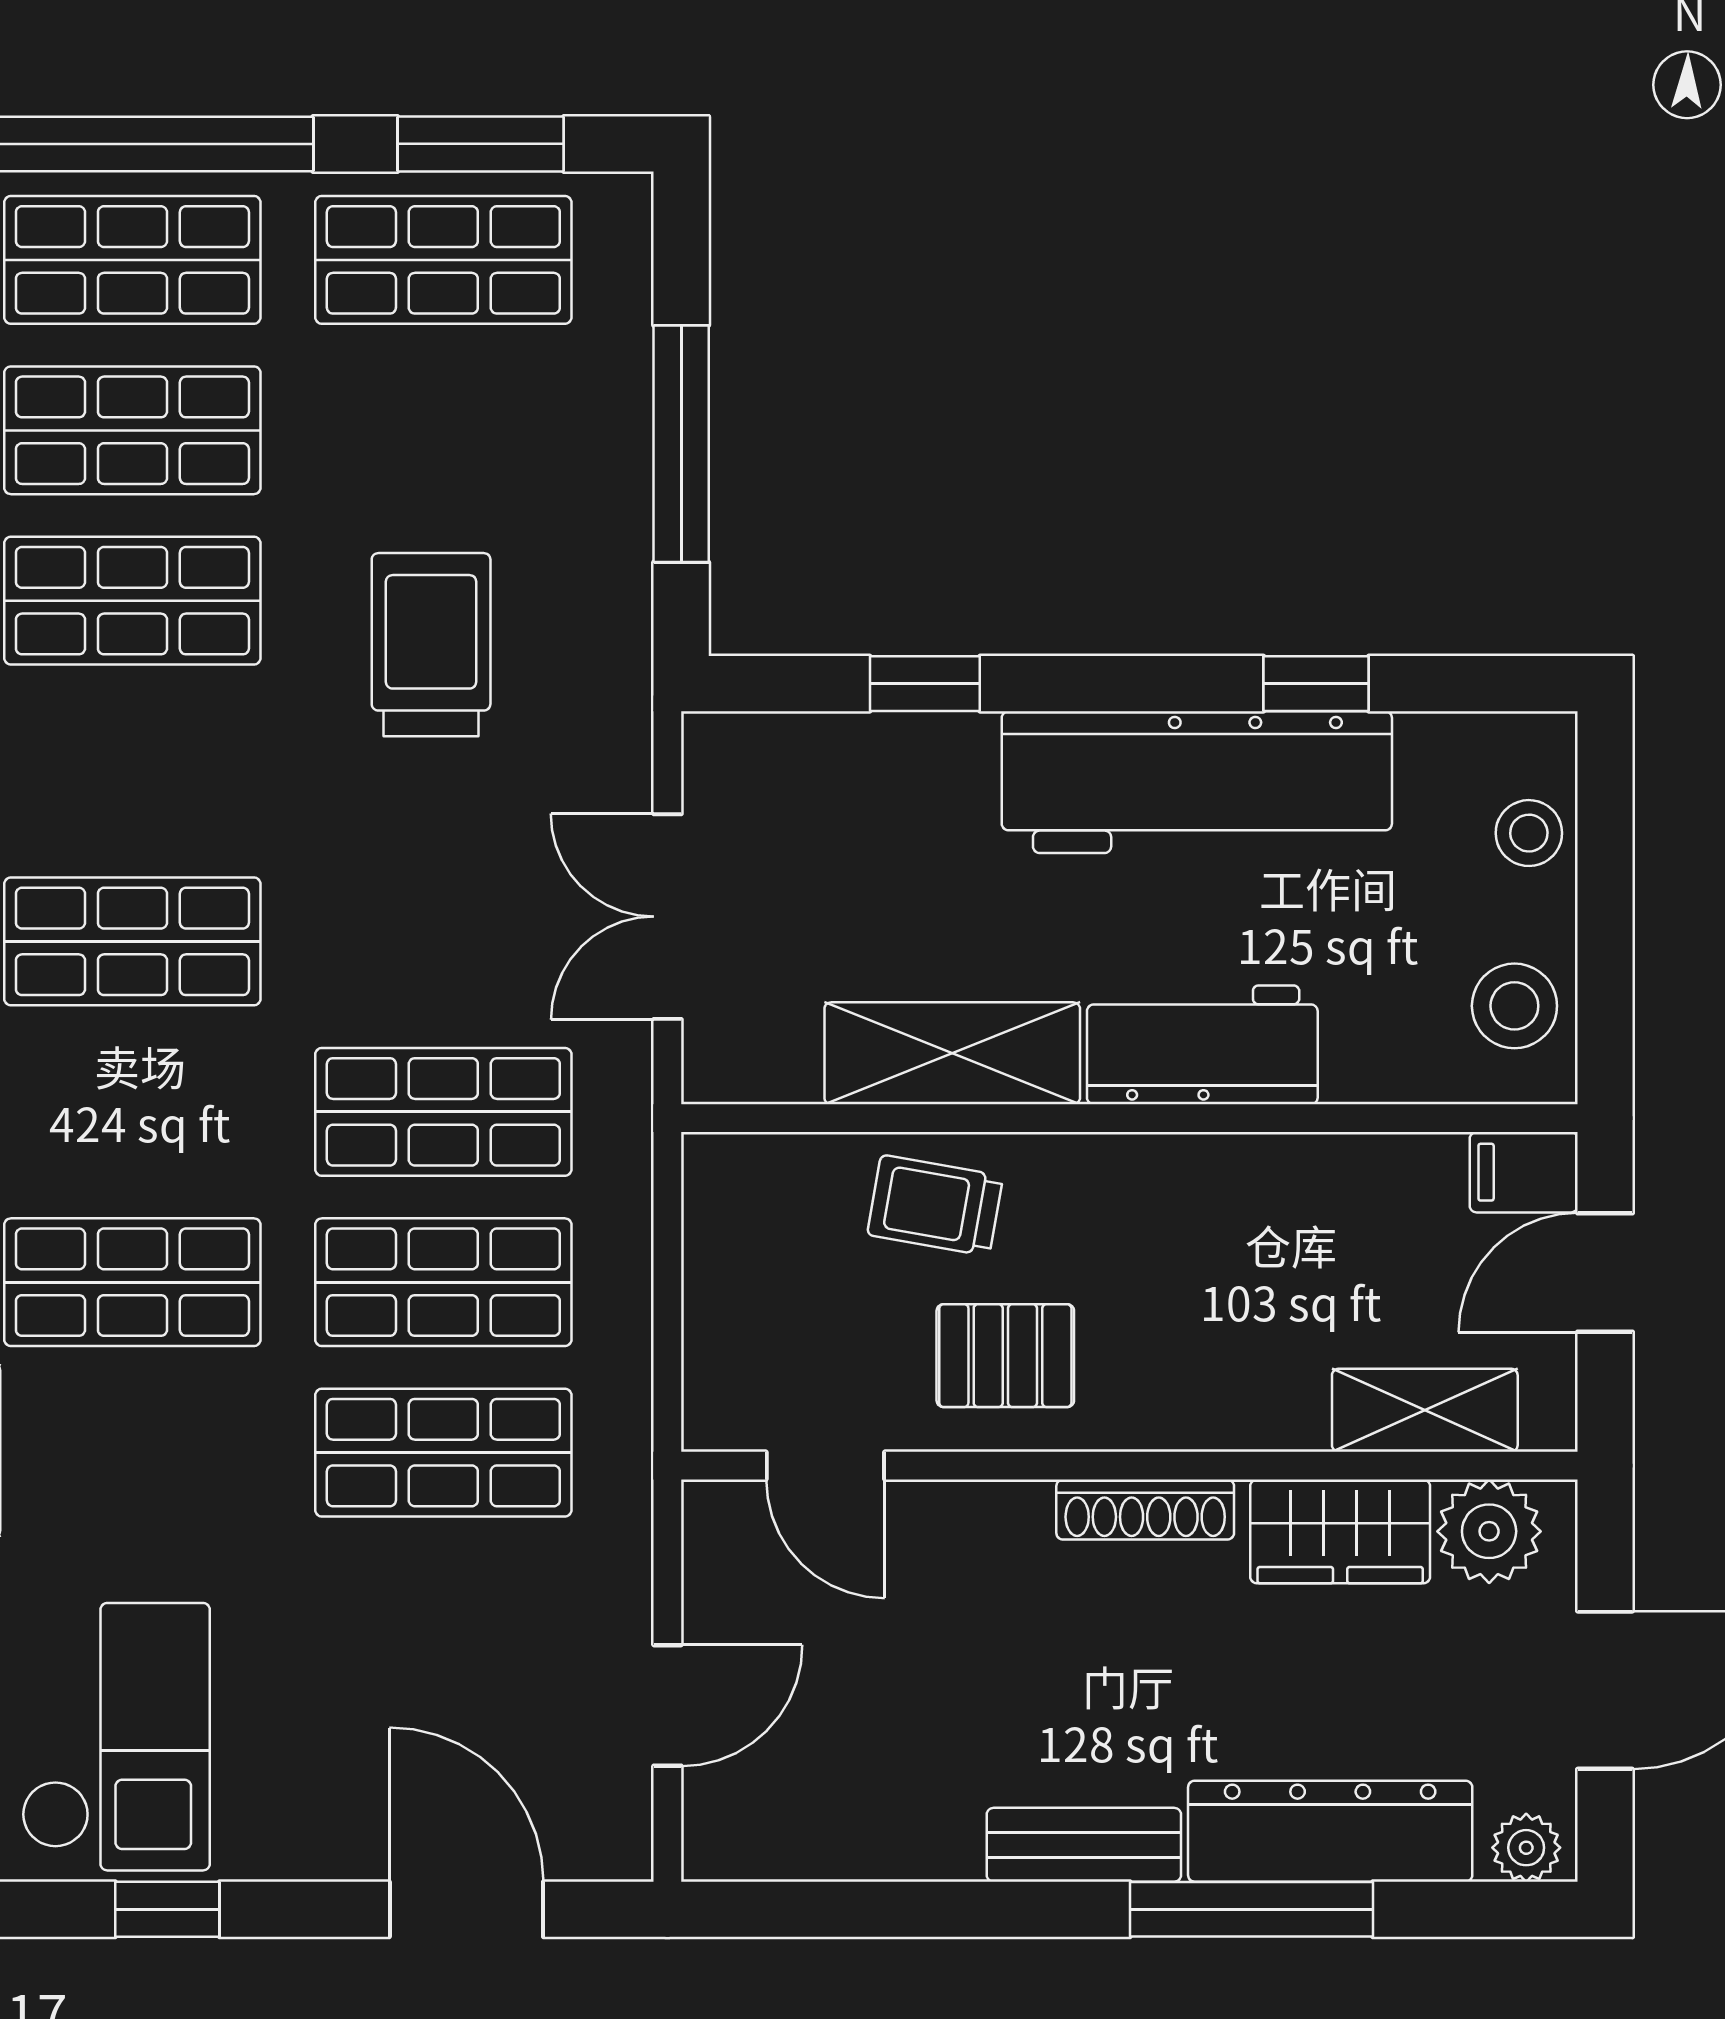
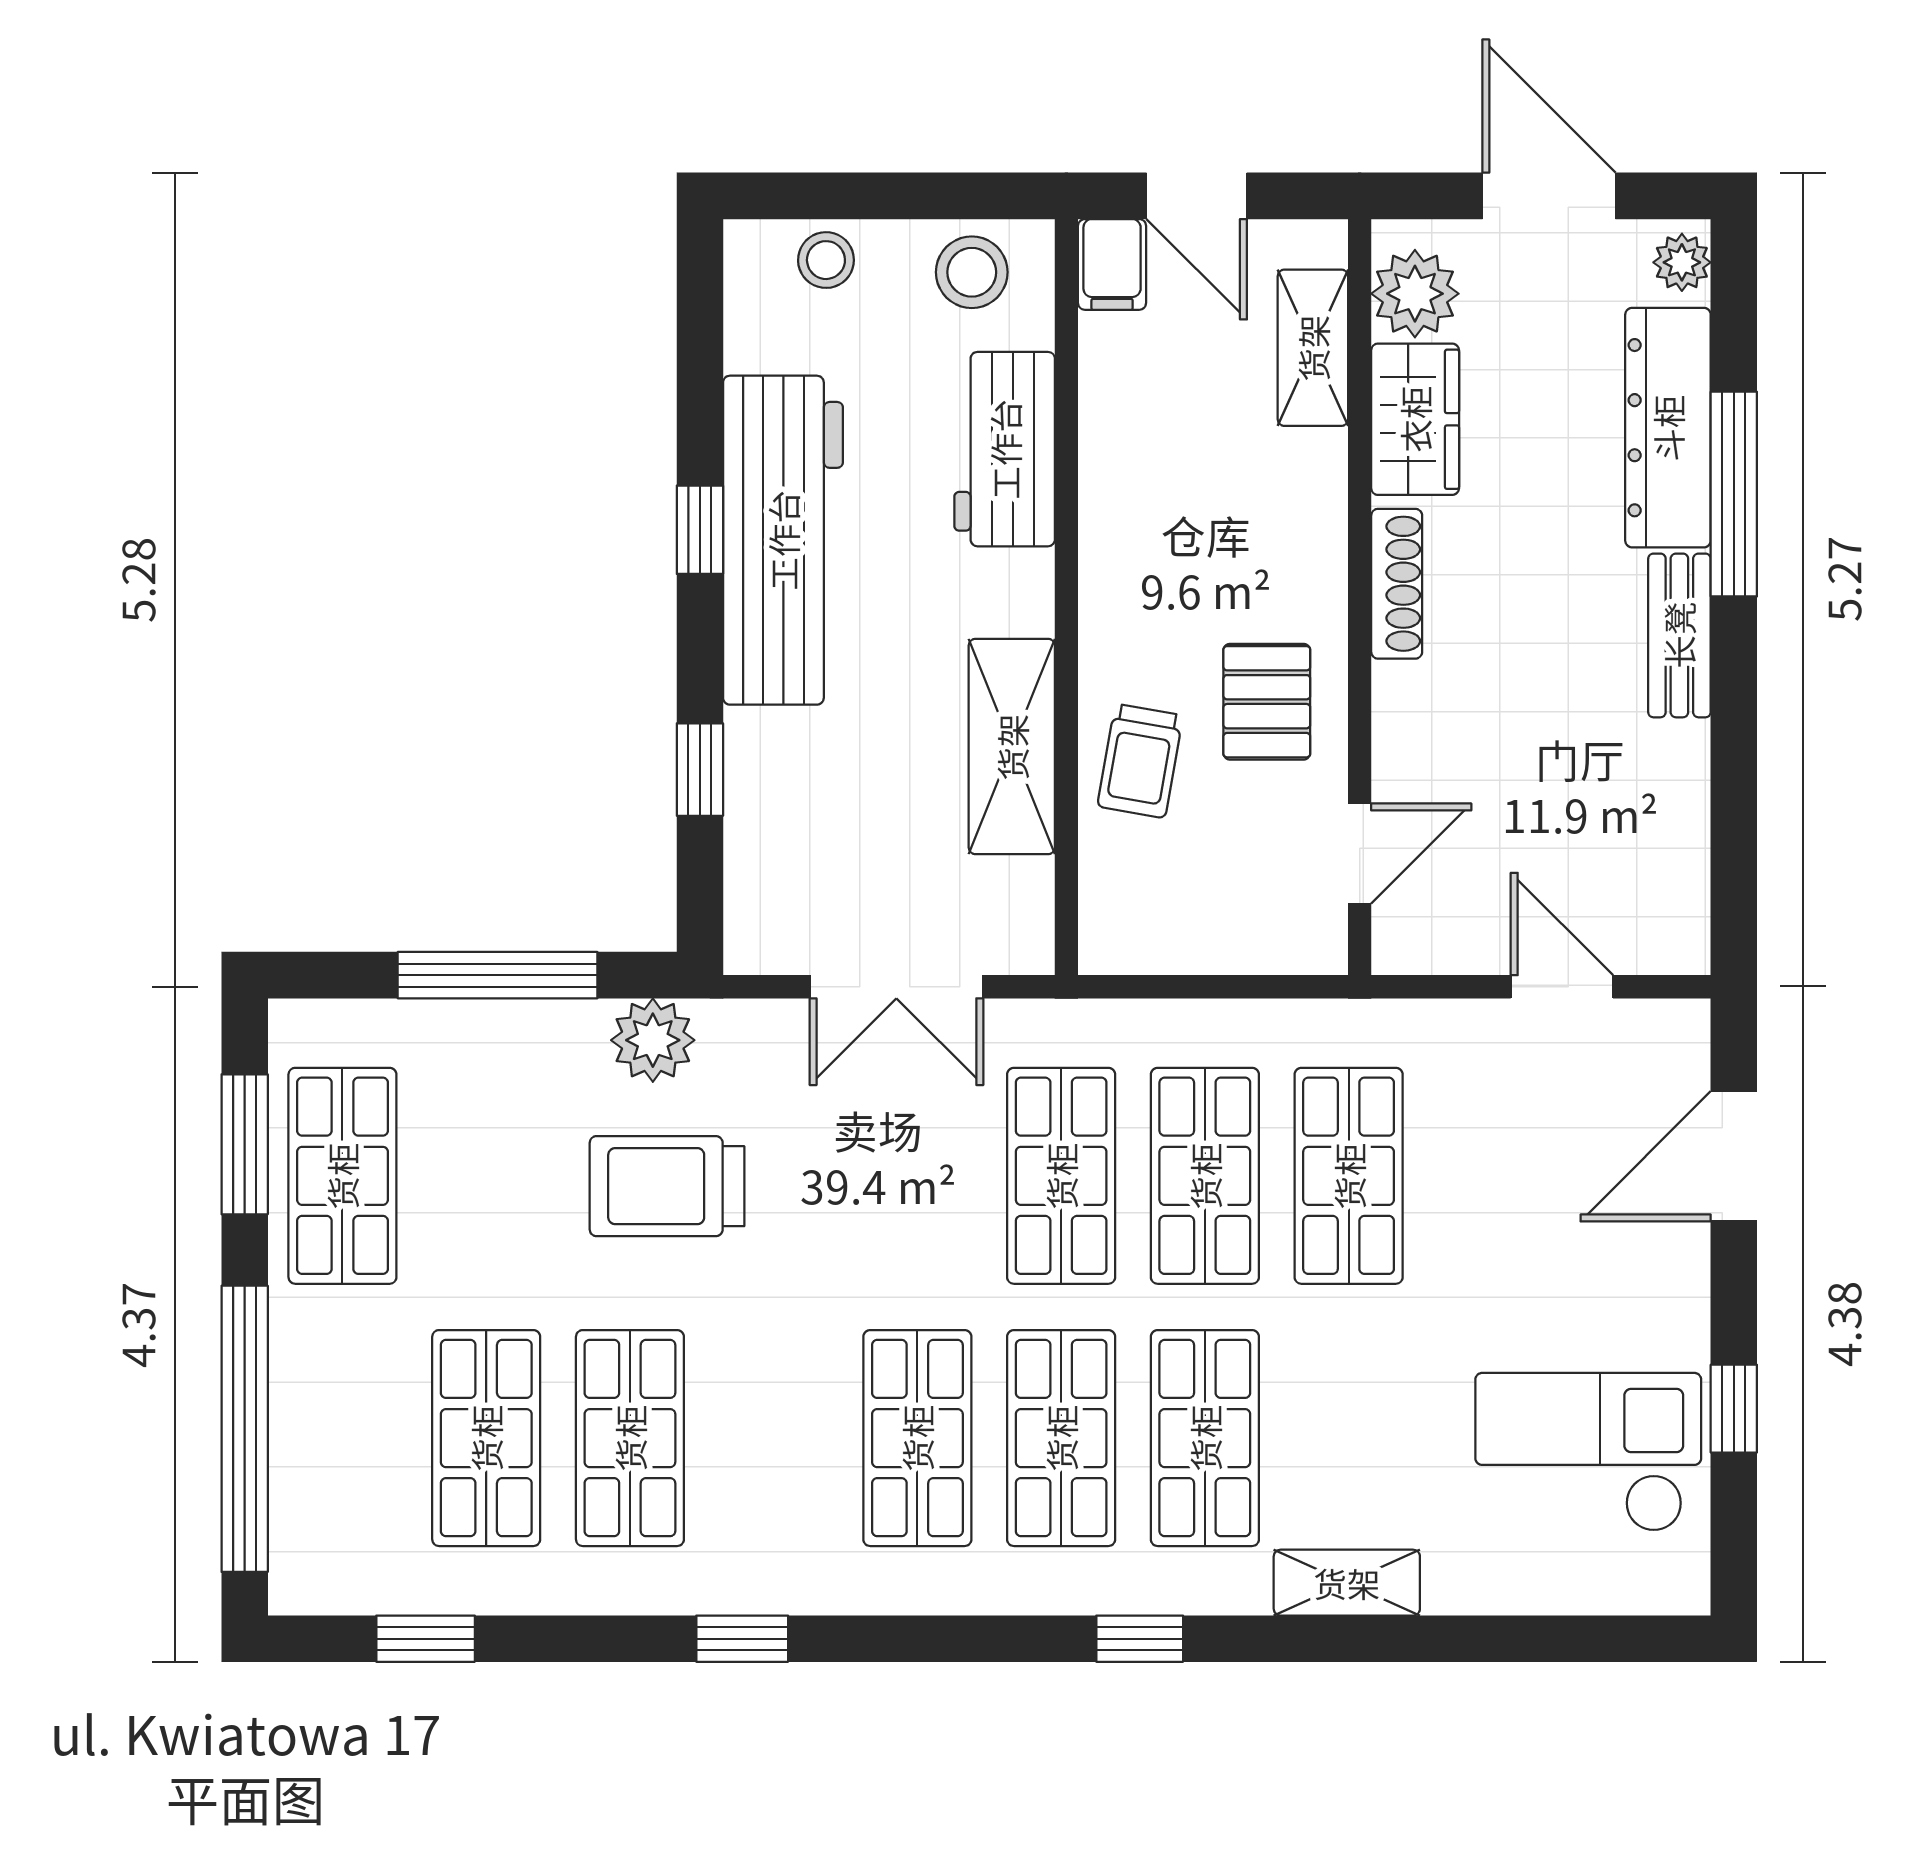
shop shelf: (132, 260) -> (1061, 1438), moved
plant: (604, 628) -> (653, 1040), added
window: (1316, 684) -> (700, 530), moved
workbench: (1202, 1045) -> (1005, 449), moved

